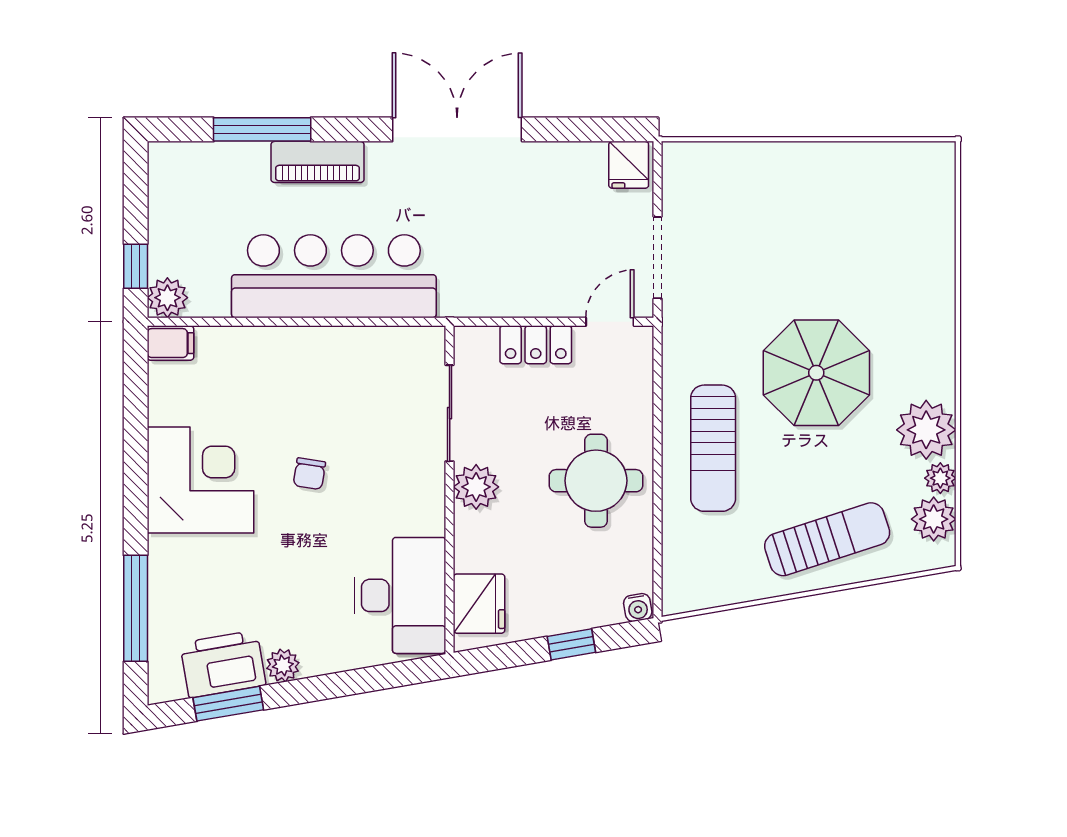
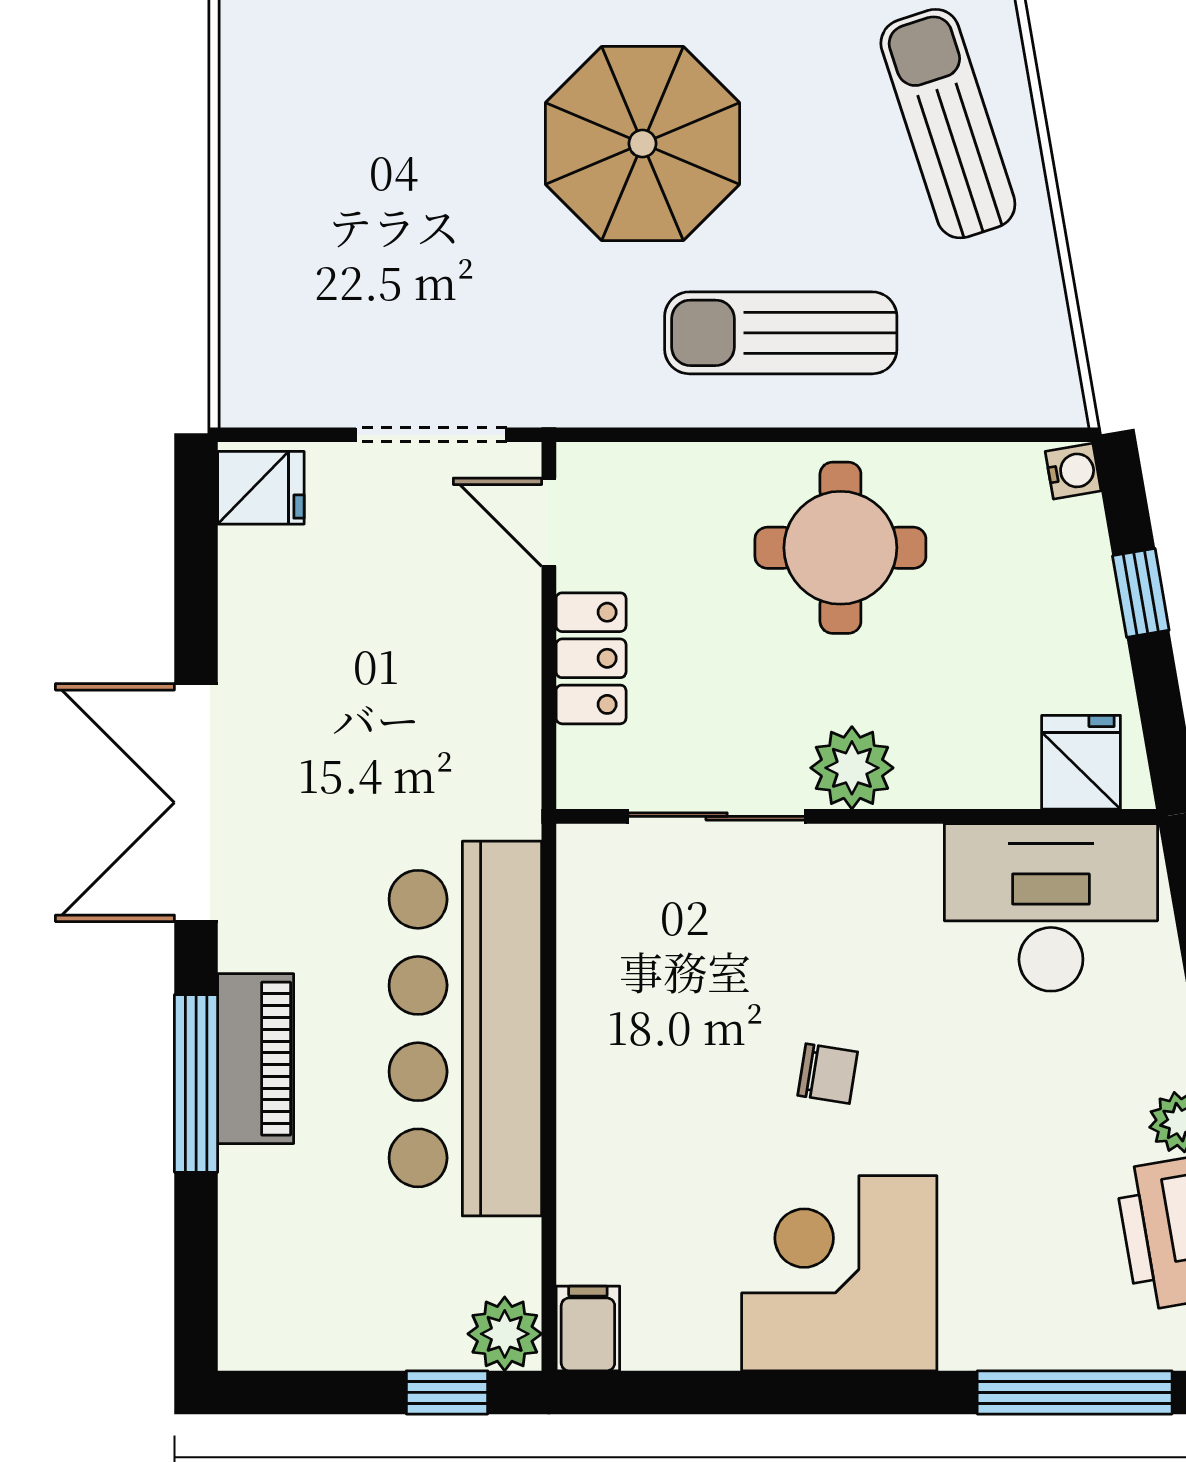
window: (262, 129) -> (196, 1083), moved
sun lounger: (713, 448) -> (781, 333), turned 180
fridge: (479, 604) -> (1081, 762), width x0.72

